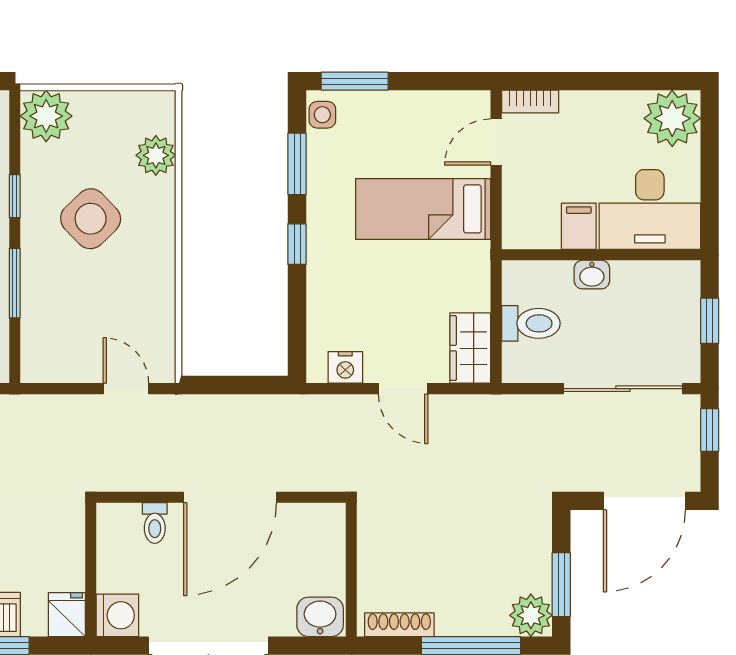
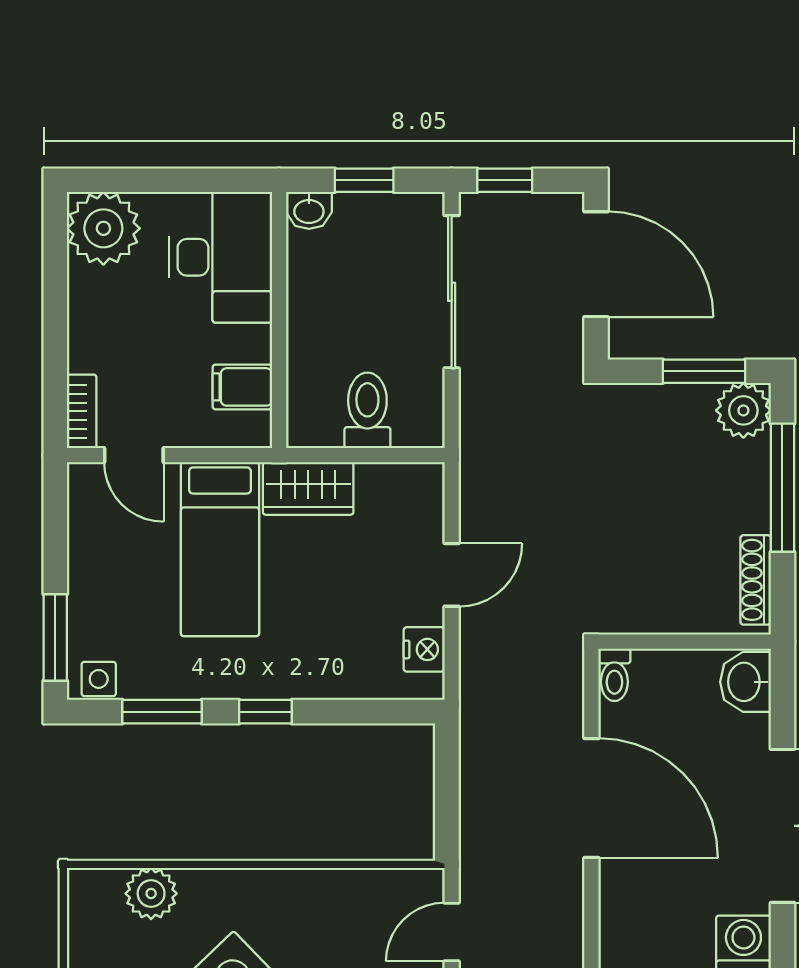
filing cabinet: (579, 226) -> (242, 387), moved
washbasin: (592, 275) -> (309, 210), moved, turned 90
wardrobe: (470, 348) -> (308, 488), moved
toilet: (155, 523) -> (614, 675), moved, turned 90

